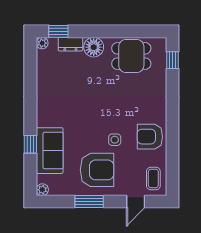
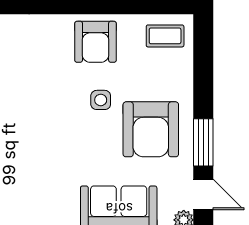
armchair: (97, 170) -> (151, 129), turned 180
door: (136, 202) -> (203, 195), moved

